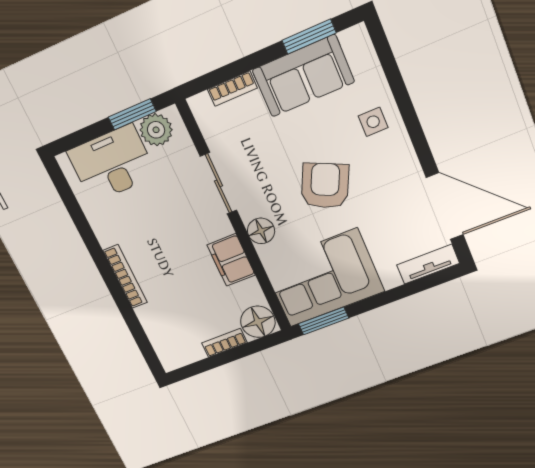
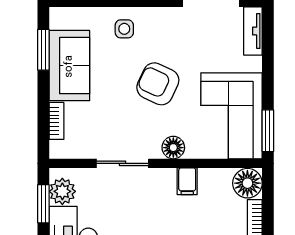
filing cabinet: (231, 260) -> (187, 181), width x0.50

